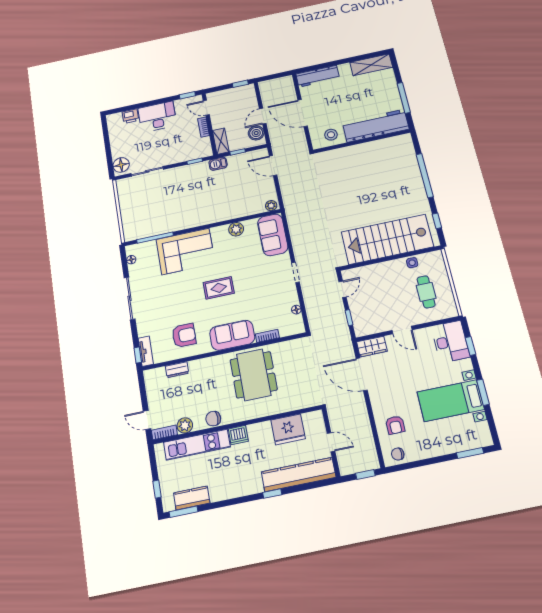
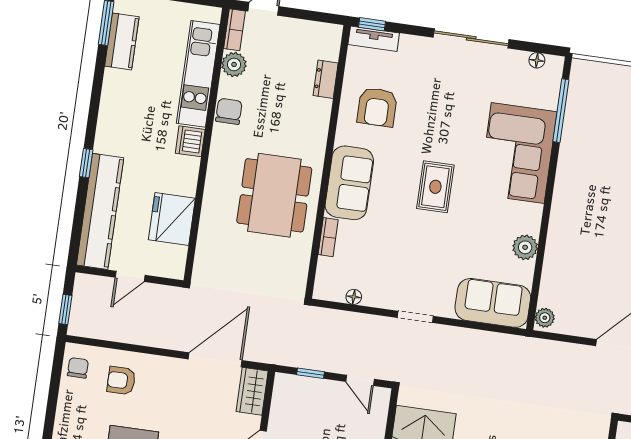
dining table: (254, 375) -> (274, 195), turned 90

